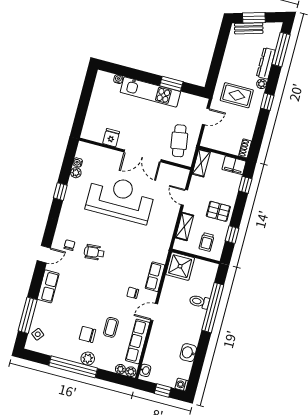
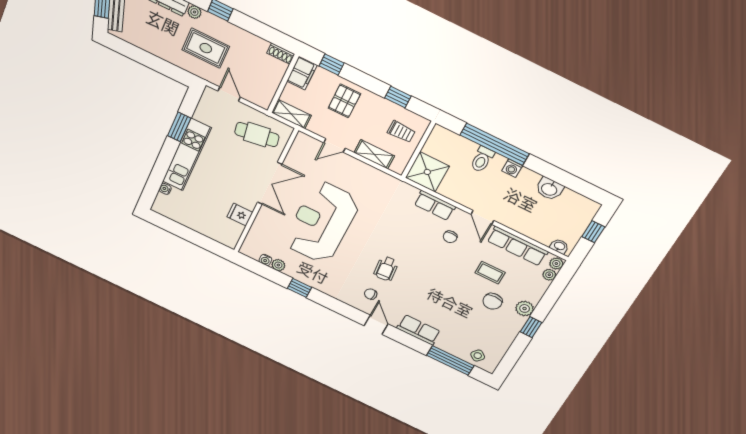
rug: (237, 95) -> (206, 48), turned 90
pallet: (218, 211) -> (344, 101), moved
window: (73, 367) -> (531, 327), width x0.32
washing machine: (182, 385) -> (512, 168), moved

